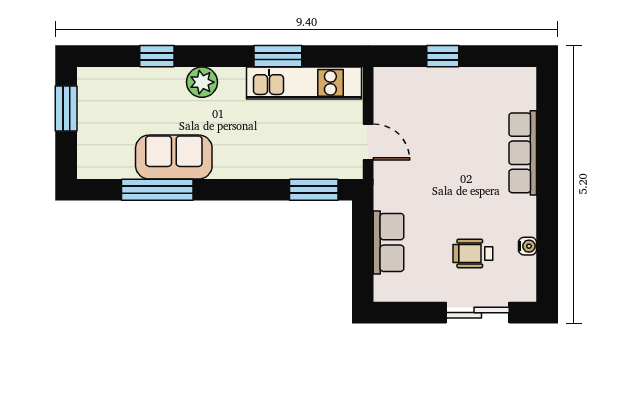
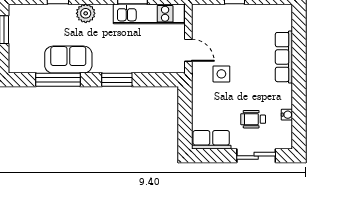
side table: (422, 180) -> (221, 74), added
window: (314, 190) -> (117, 80), moved
row of seats: (389, 242) -> (211, 140), moved, turned -90

